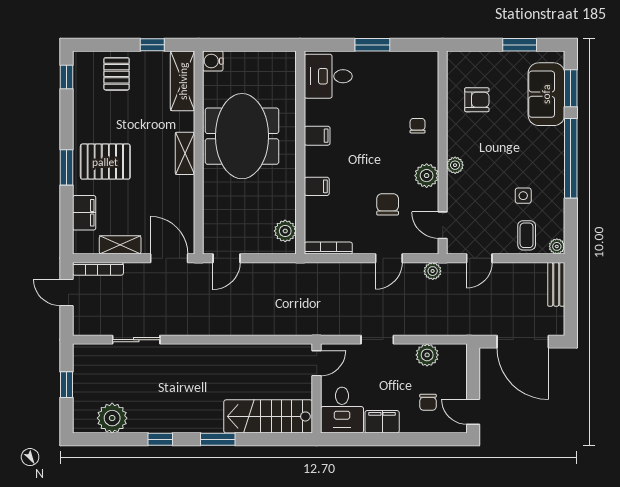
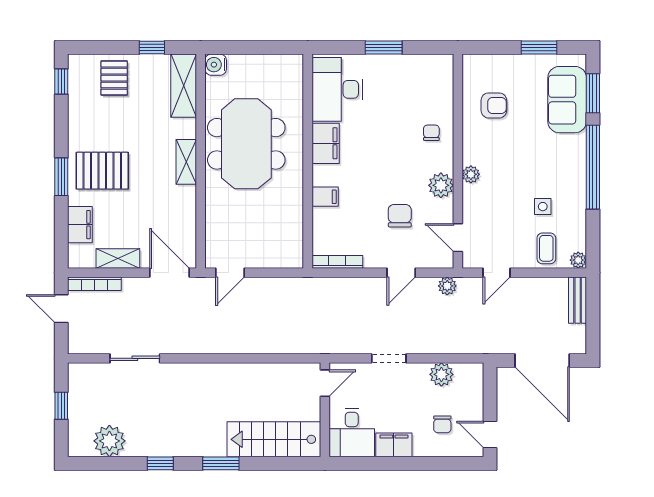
desk: (328, 76) -> (337, 89), width x1.37
filing cabinet: (317, 136) -> (326, 143), width x2.00
plant: (285, 231) -> (292, 244), removed

